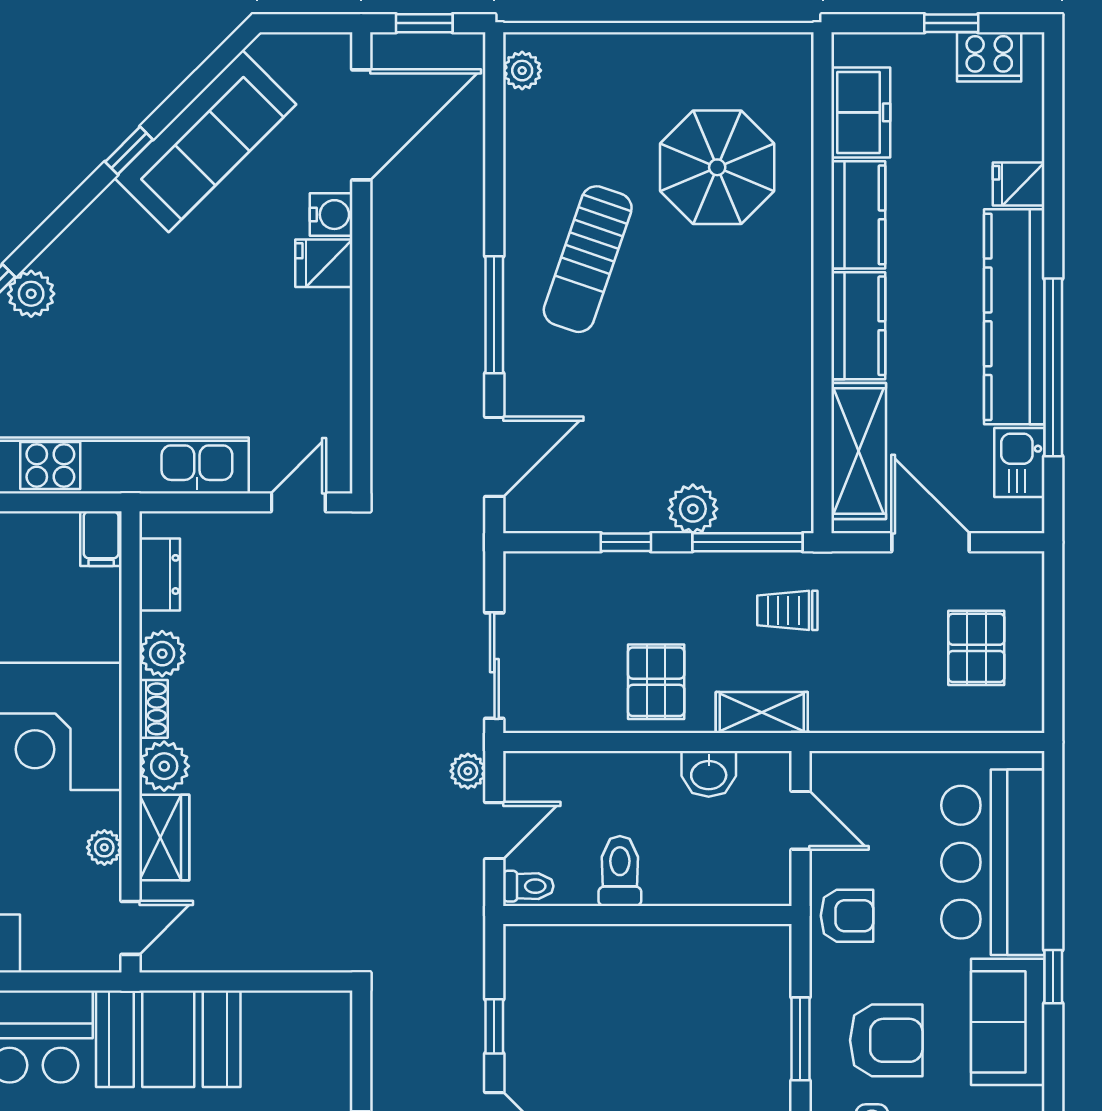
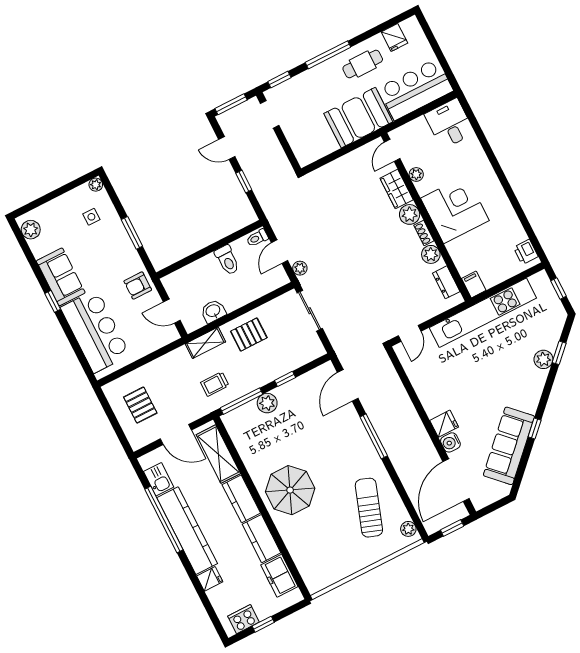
parasol: (717, 167) -> (290, 490), moved
sun lounger: (588, 259) -> (369, 508), moved
trolley: (787, 610) -> (215, 384), turned 180
pallet: (656, 682) -> (249, 334), turned 90
armchair: (886, 1040) -> (101, 248), removed

